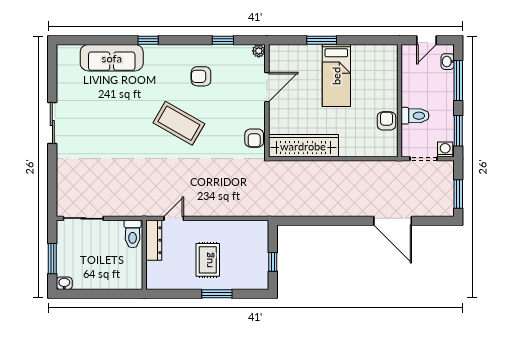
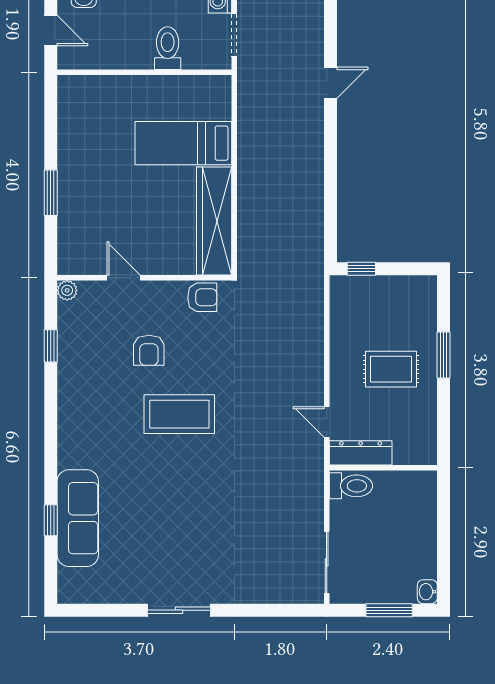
window: (148, 40) -> (51, 520), moved
armchair: (201, 76) -> (149, 350), moved
bed: (336, 76) -> (183, 143), moved, turned 180
door: (267, 87) -> (123, 278), width x0.73
armchair: (386, 121) -> (176, 92), removed
coffee table: (179, 123) -> (179, 414), turned 60
door: (393, 221) -> (331, 83), width x0.53
window: (273, 262) -> (361, 269), moved

